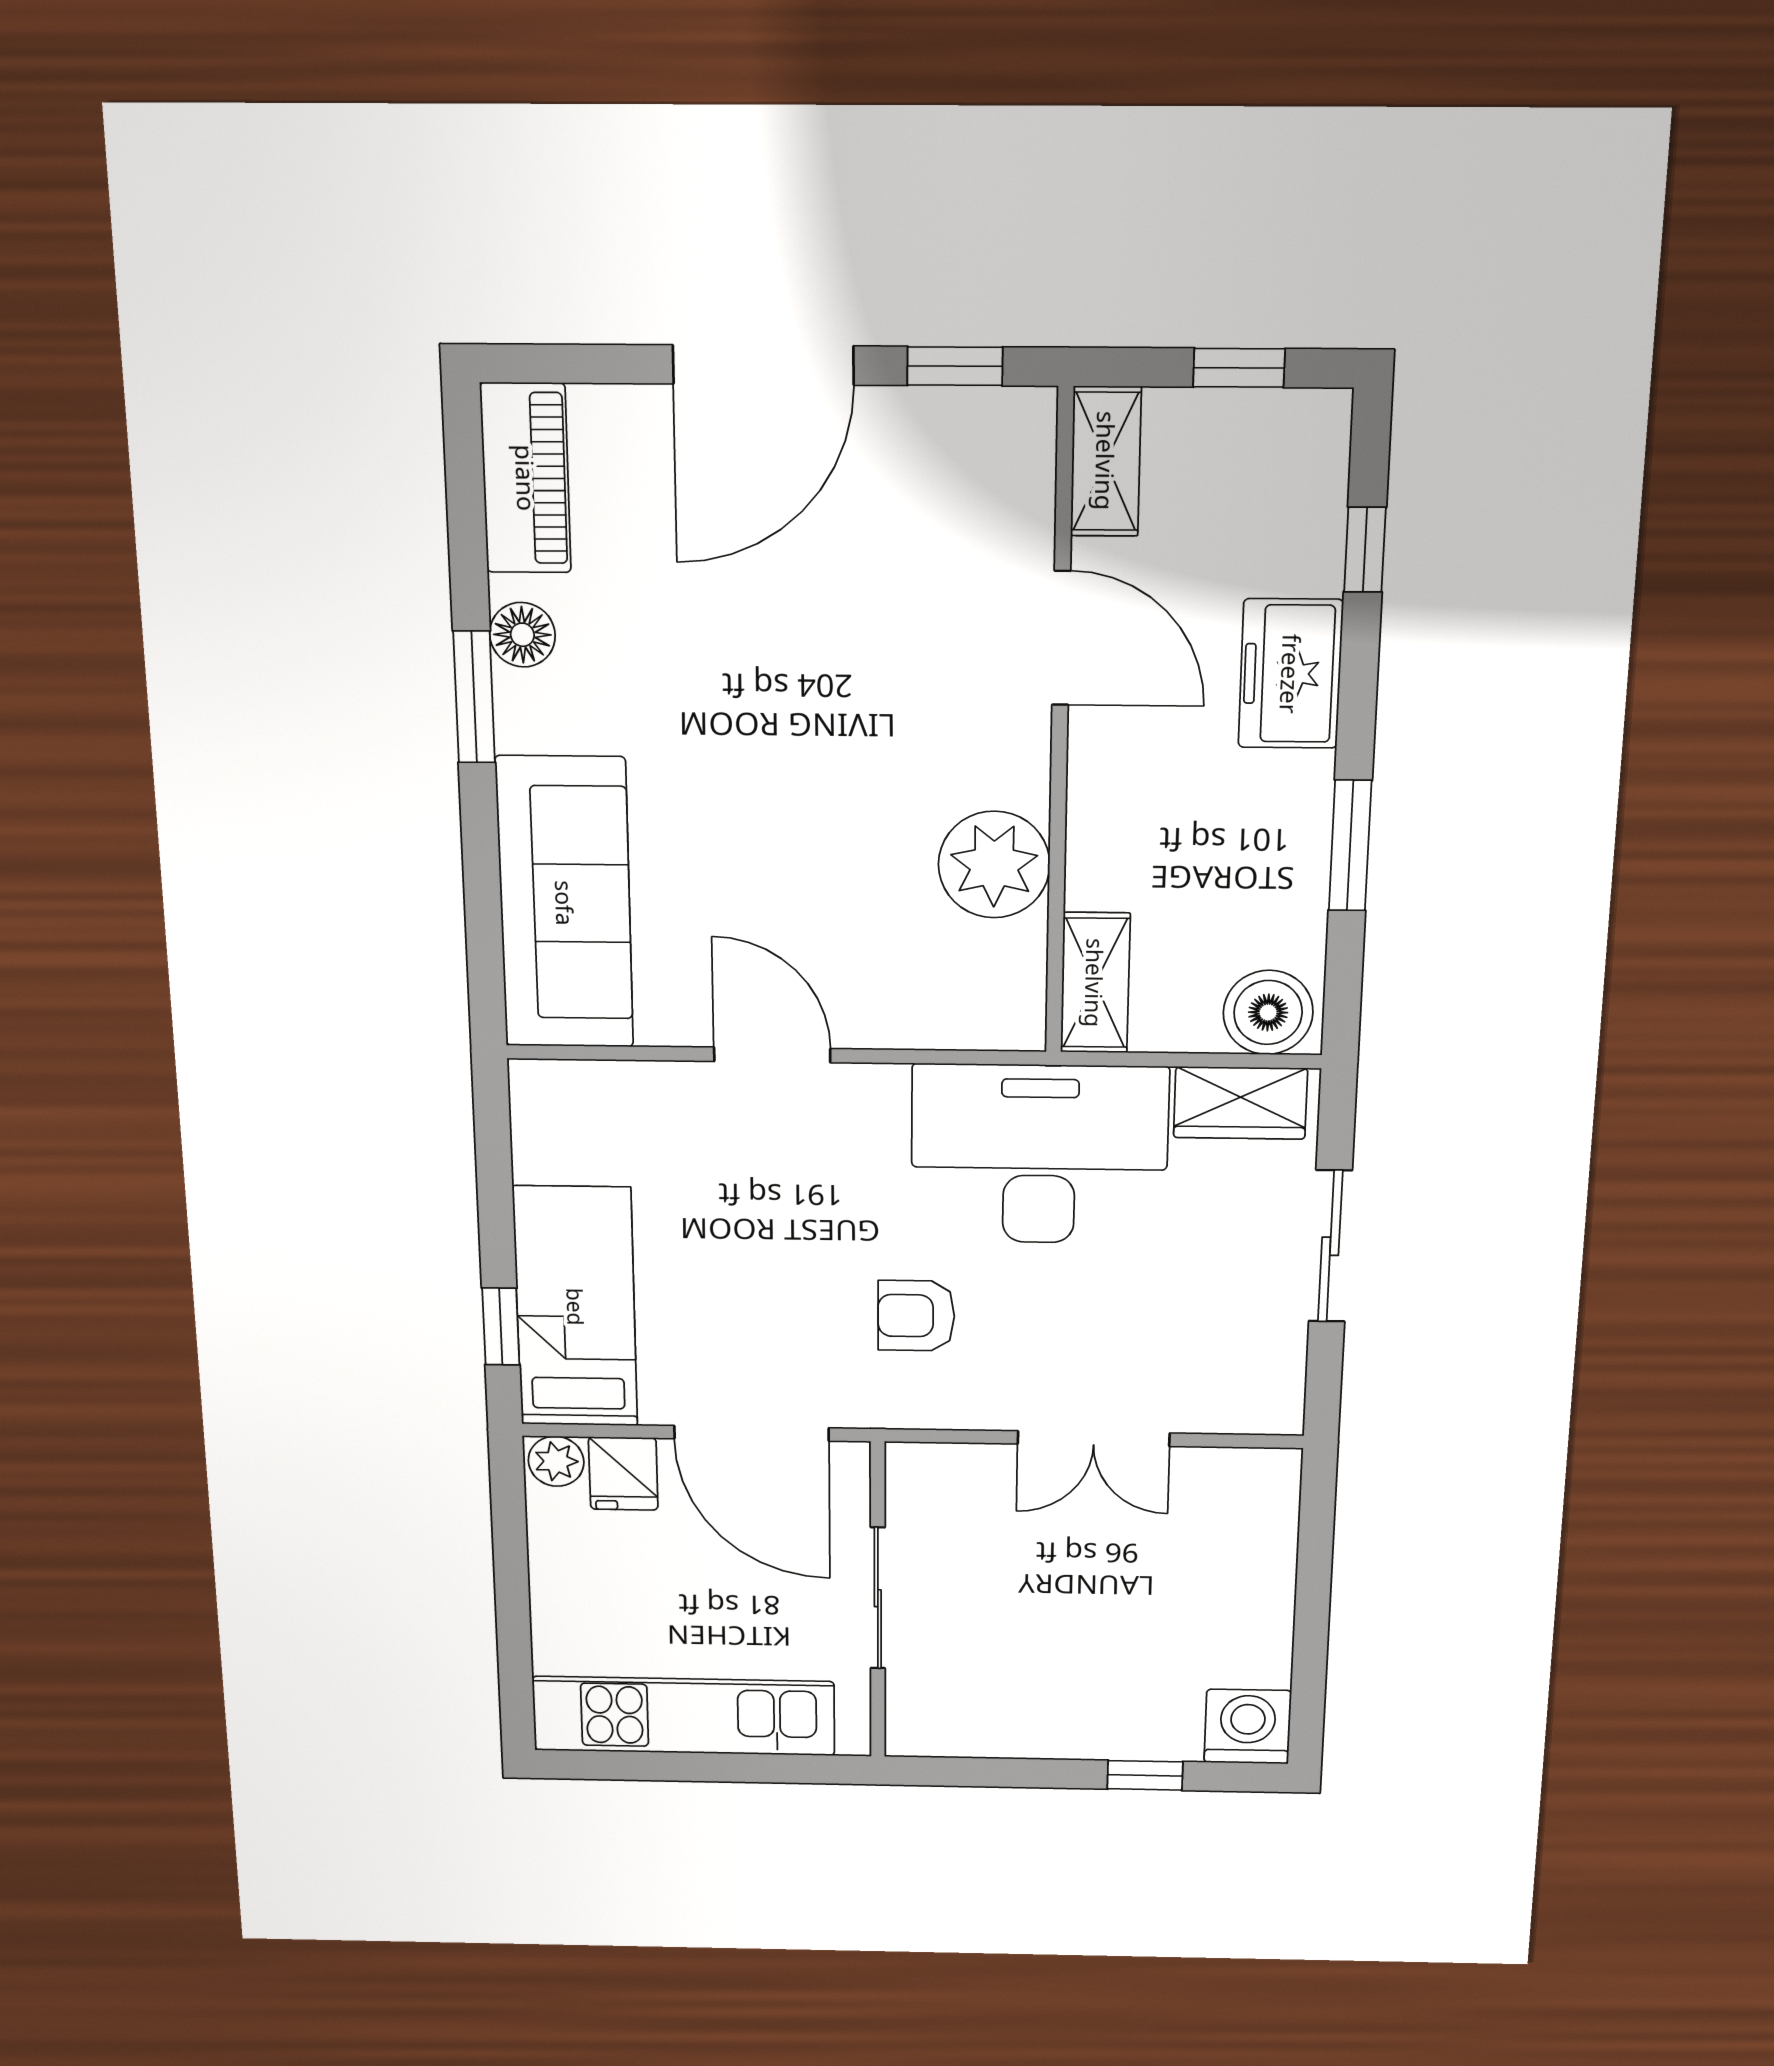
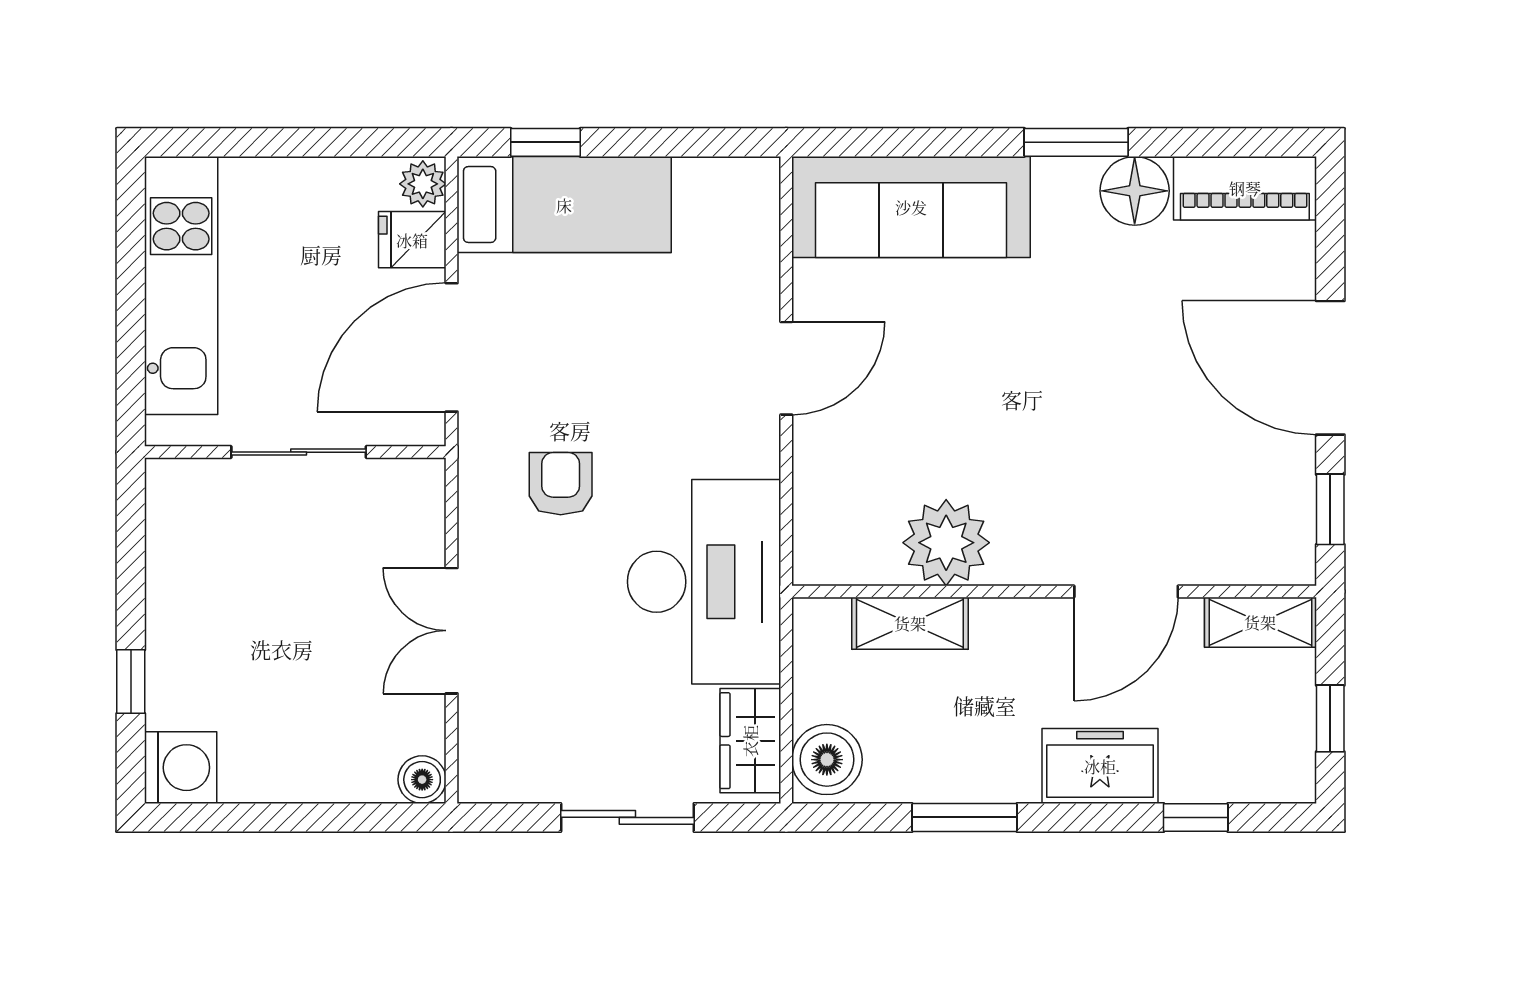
floor lamp: (522, 635) -> (1135, 191), width x1.38, depth x1.38
shelving: (1095, 983) -> (910, 623), moved
boiler: (1273, 1473) -> (422, 780), added

